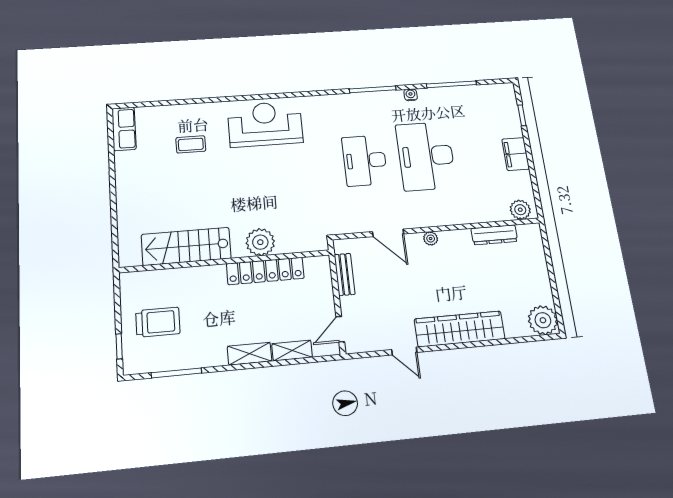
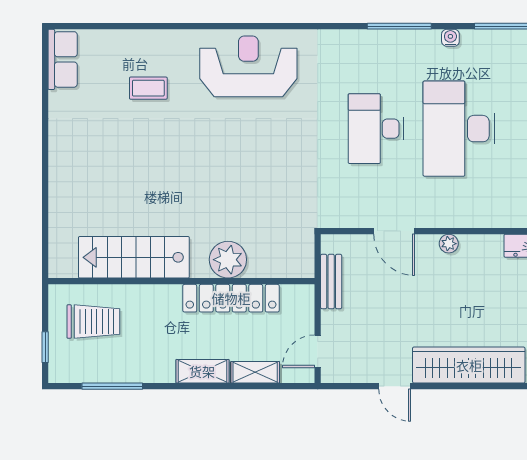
plant: (260, 242) -> (228, 260), moved
stairs: (186, 246) -> (134, 257), moved
wall: (225, 261) -> (181, 281), moved
locker: (265, 271) -> (231, 298), moved

